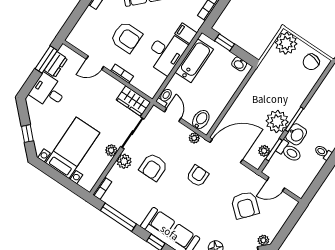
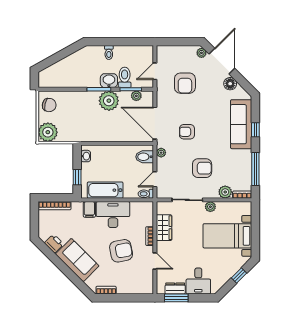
armchair: (126, 37) -> (121, 251), turned 79
wardrobe: (133, 101) -> (164, 228), moved
plant: (124, 161) -> (225, 192), moved
door: (276, 184) -> (155, 71), swing flipped
armchair: (245, 205) -> (185, 83), turned 139

